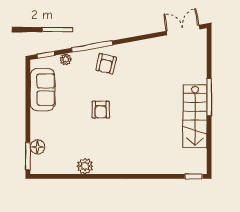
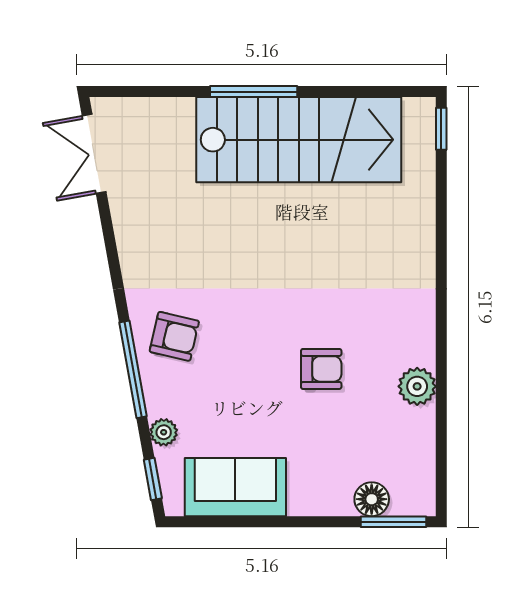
armchair: (101, 110) -> (321, 369), moved
stairs: (195, 116) -> (299, 140), width x1.36, depth x1.51

